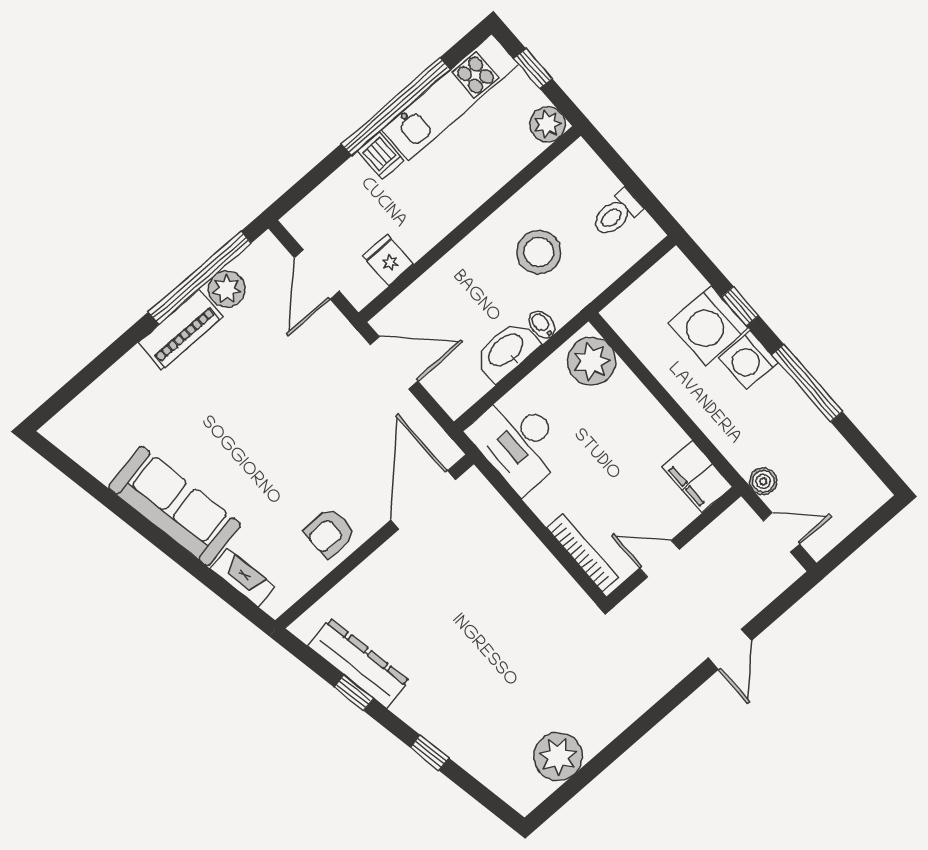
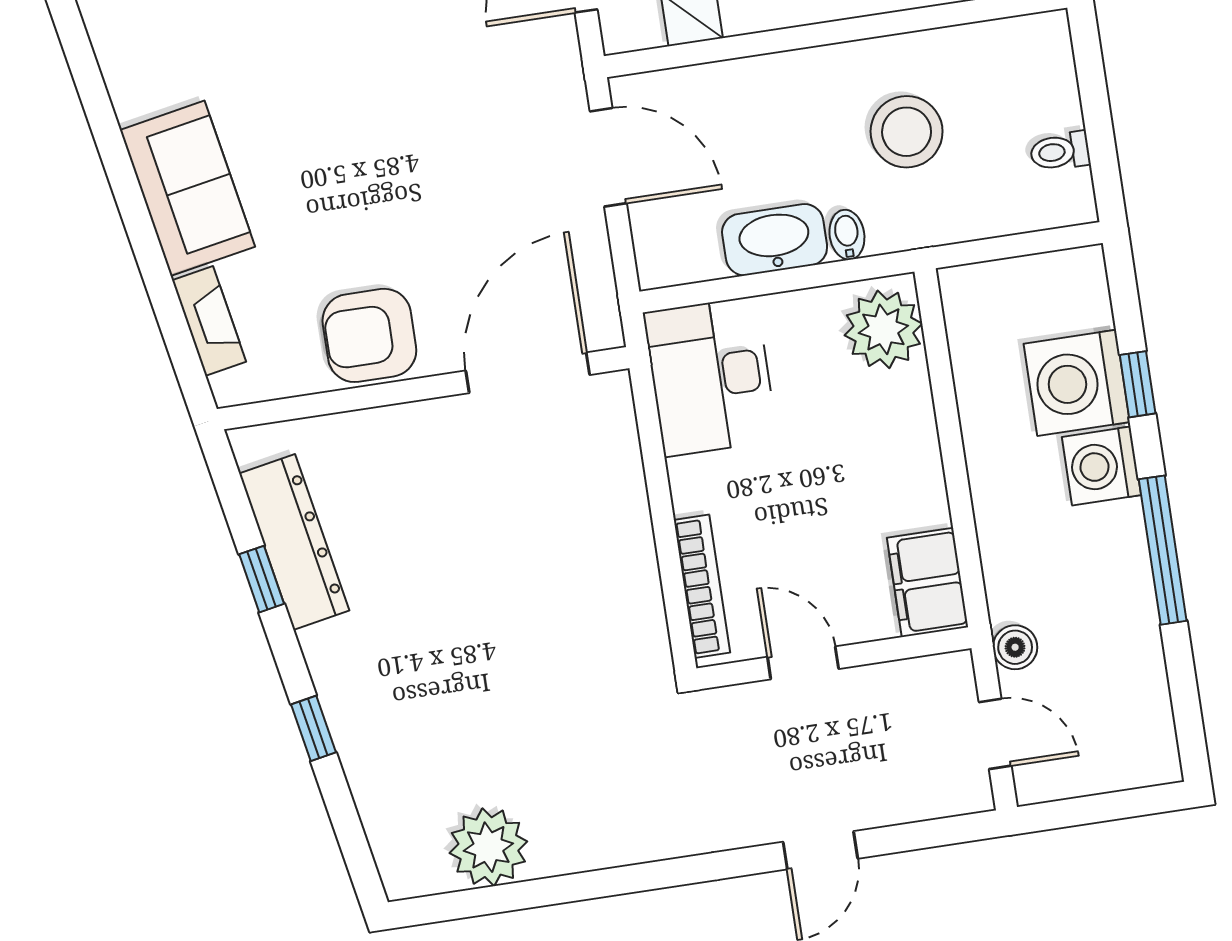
toilet: (616, 213) -> (1060, 151), width x0.73, depth x0.72
sofa: (175, 506) -> (187, 188), width x0.73
armchair: (330, 532) -> (369, 335), width x1.38, depth x1.38

